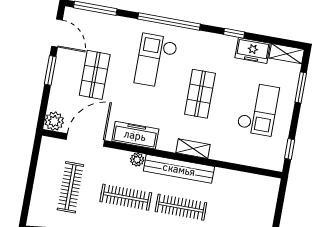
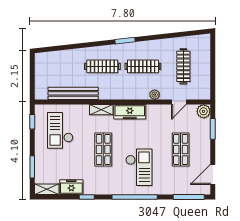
door: (57, 33) -> (213, 174), hinge flipped
window: (50, 70) -> (213, 129), moved
checkout: (258, 109) -> (60, 130), moved
freezer: (135, 135) -> (130, 112), moved
door: (85, 140) -> (179, 102), width x0.53
plant: (137, 160) -> (155, 95), moved
bench: (179, 169) -> (73, 93), moved

